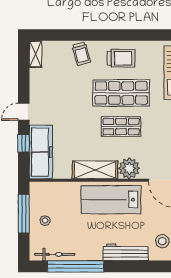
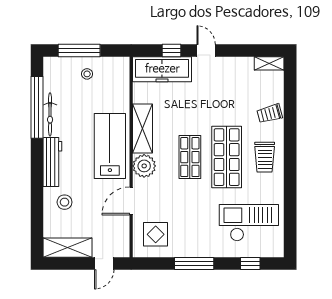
window: (24, 214) -> (79, 51), moved
bicycle: (55, 254) -> (50, 114), moved

